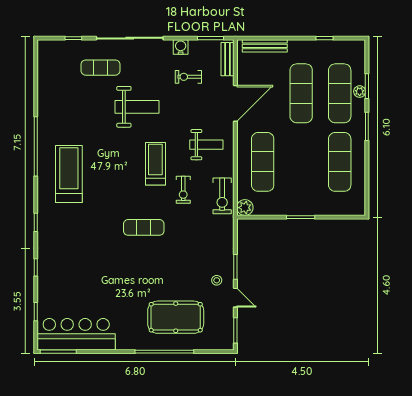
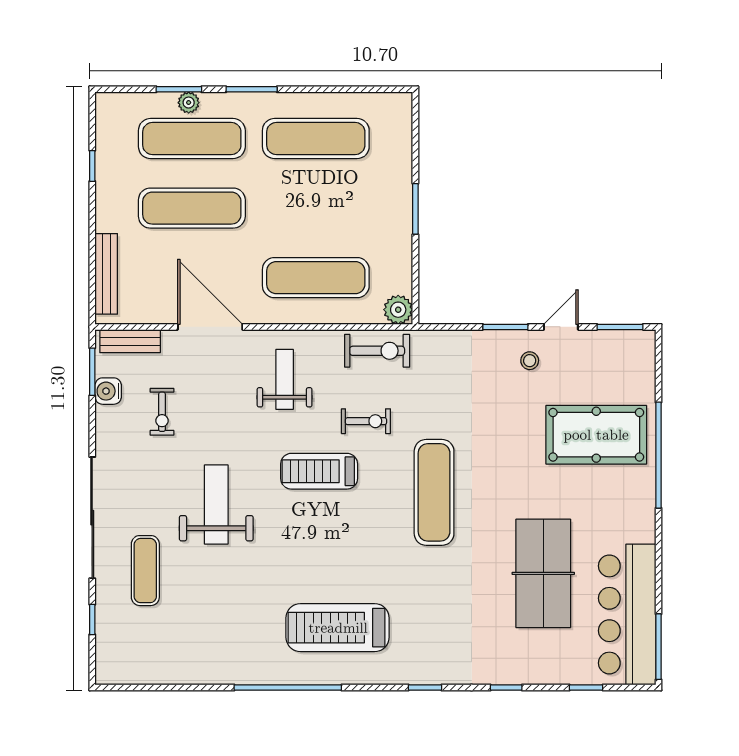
water cooler: (181, 47) -> (108, 391), moved
exercise mat: (144, 227) -> (434, 492), width x1.36, depth x1.45
table tennis table: (99, 288) -> (543, 573), added
pool table: (176, 317) -> (596, 435), turned 90

